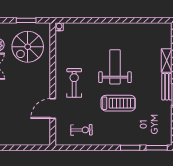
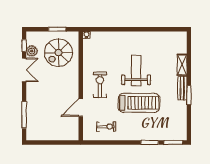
treadmill: (118, 103) -> (139, 103), width x1.37, depth x1.38

